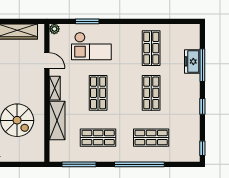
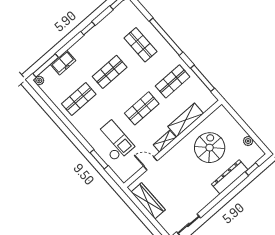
plant: (54, 29) -> (39, 80), moved
door: (47, 60) -> (150, 163), hinge flipped
window: (202, 65) -> (46, 66), moved
shop shelf: (98, 138) -> (173, 81), turned 90

